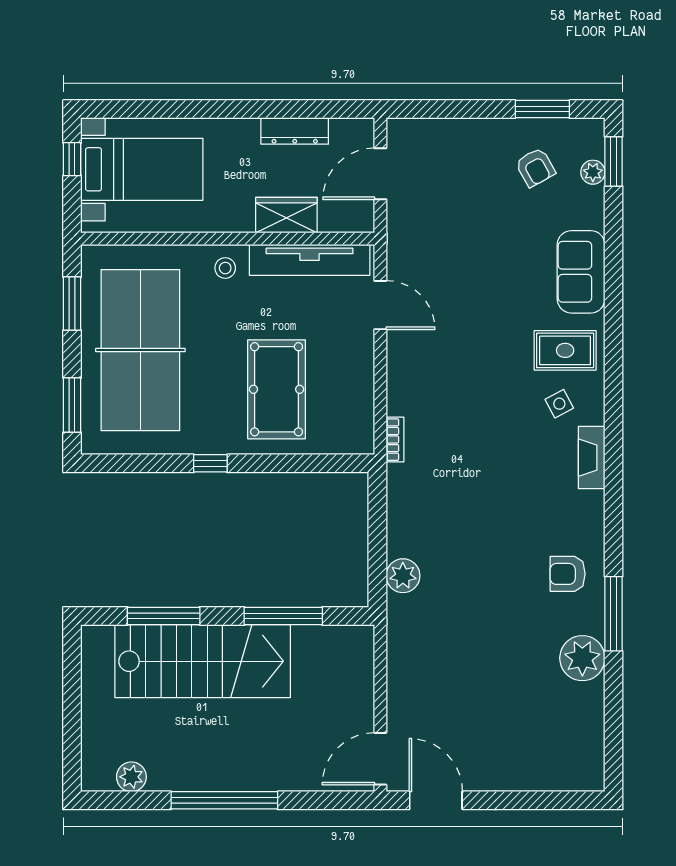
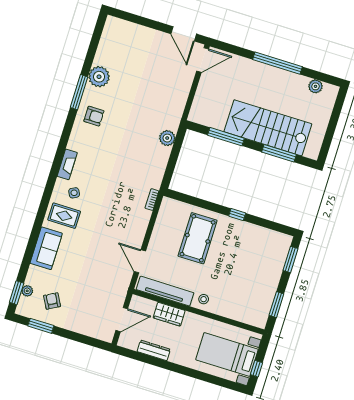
table tennis table: (140, 350) -> (253, 274), removed

